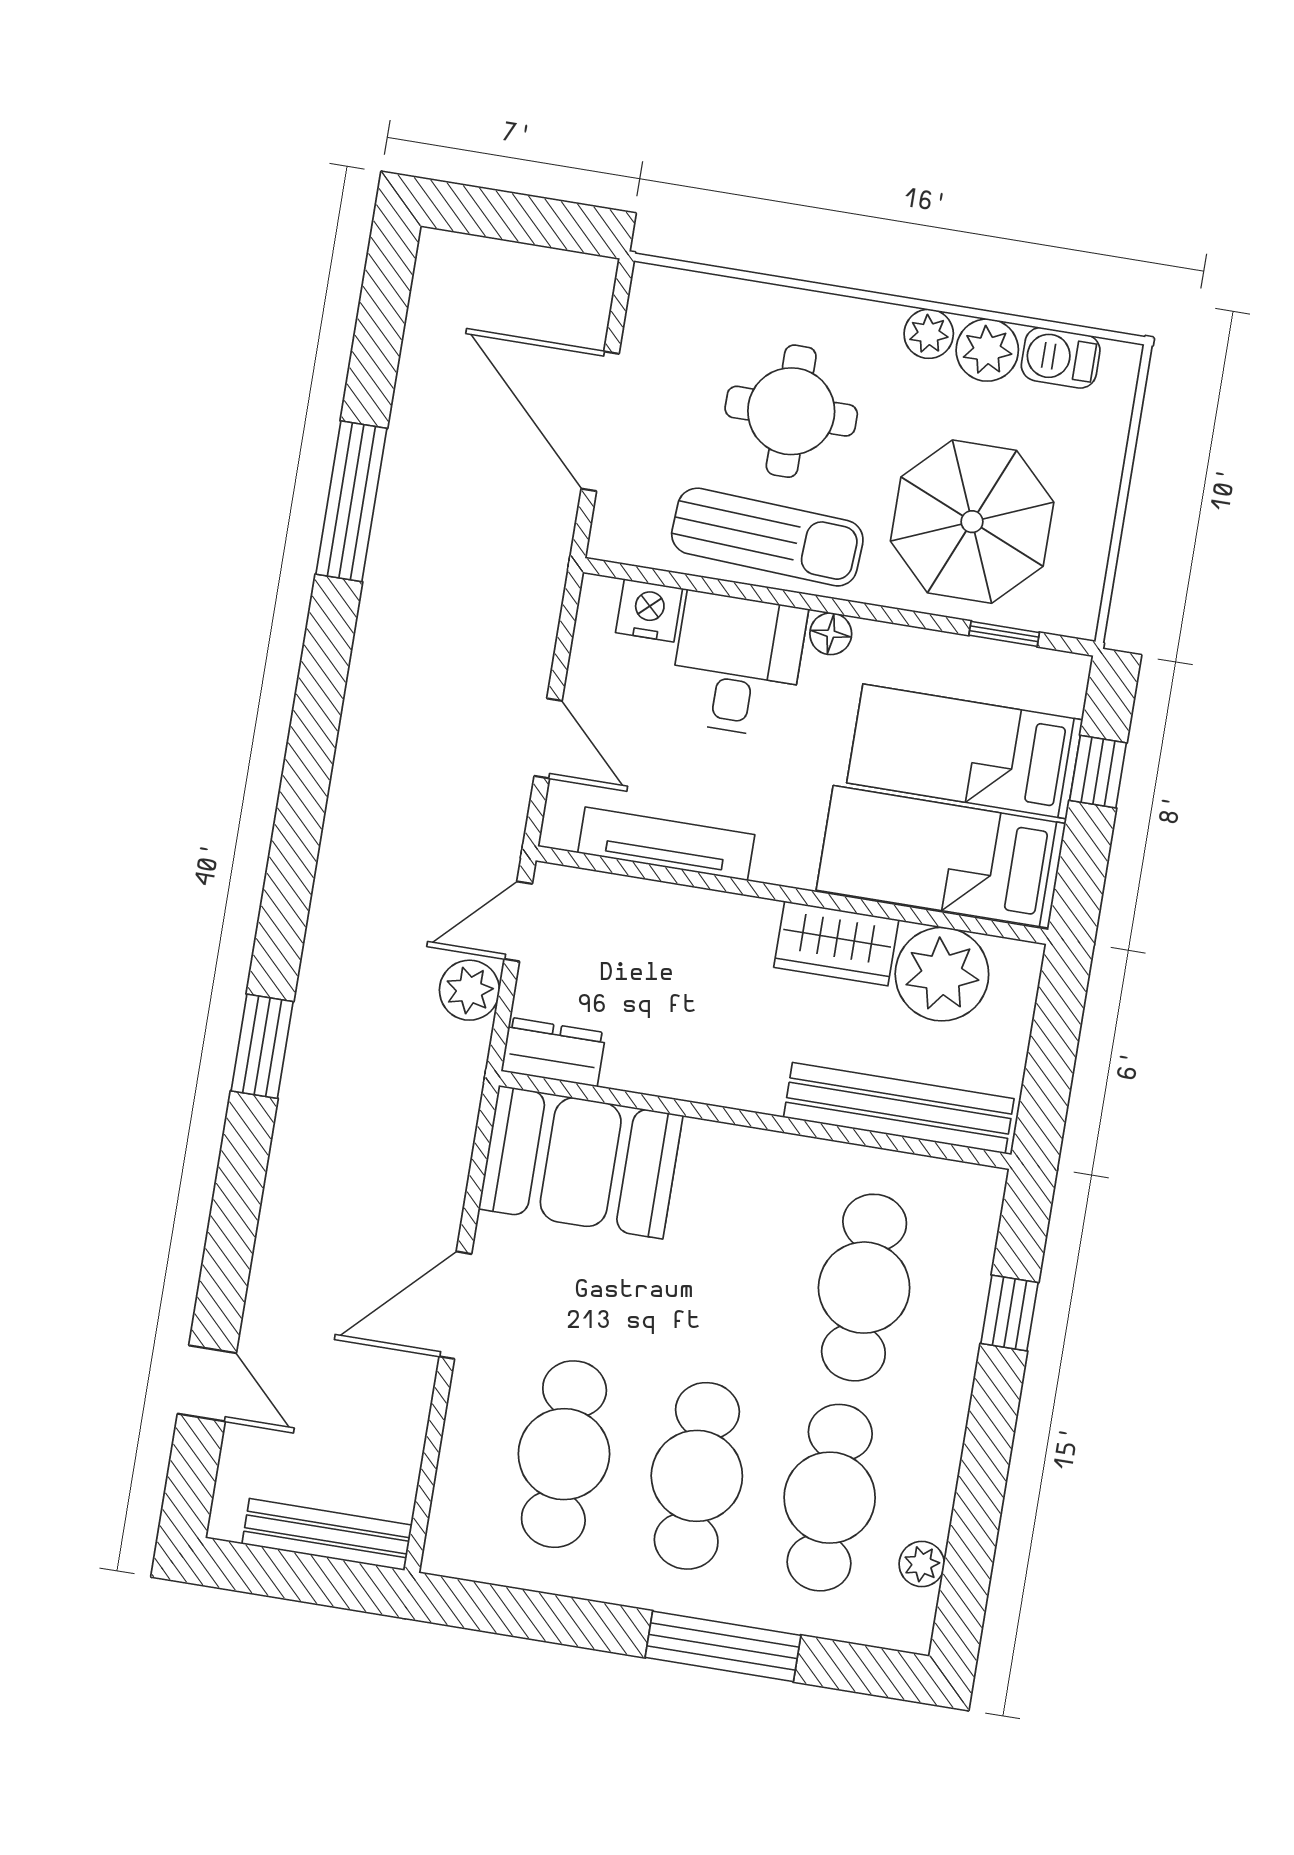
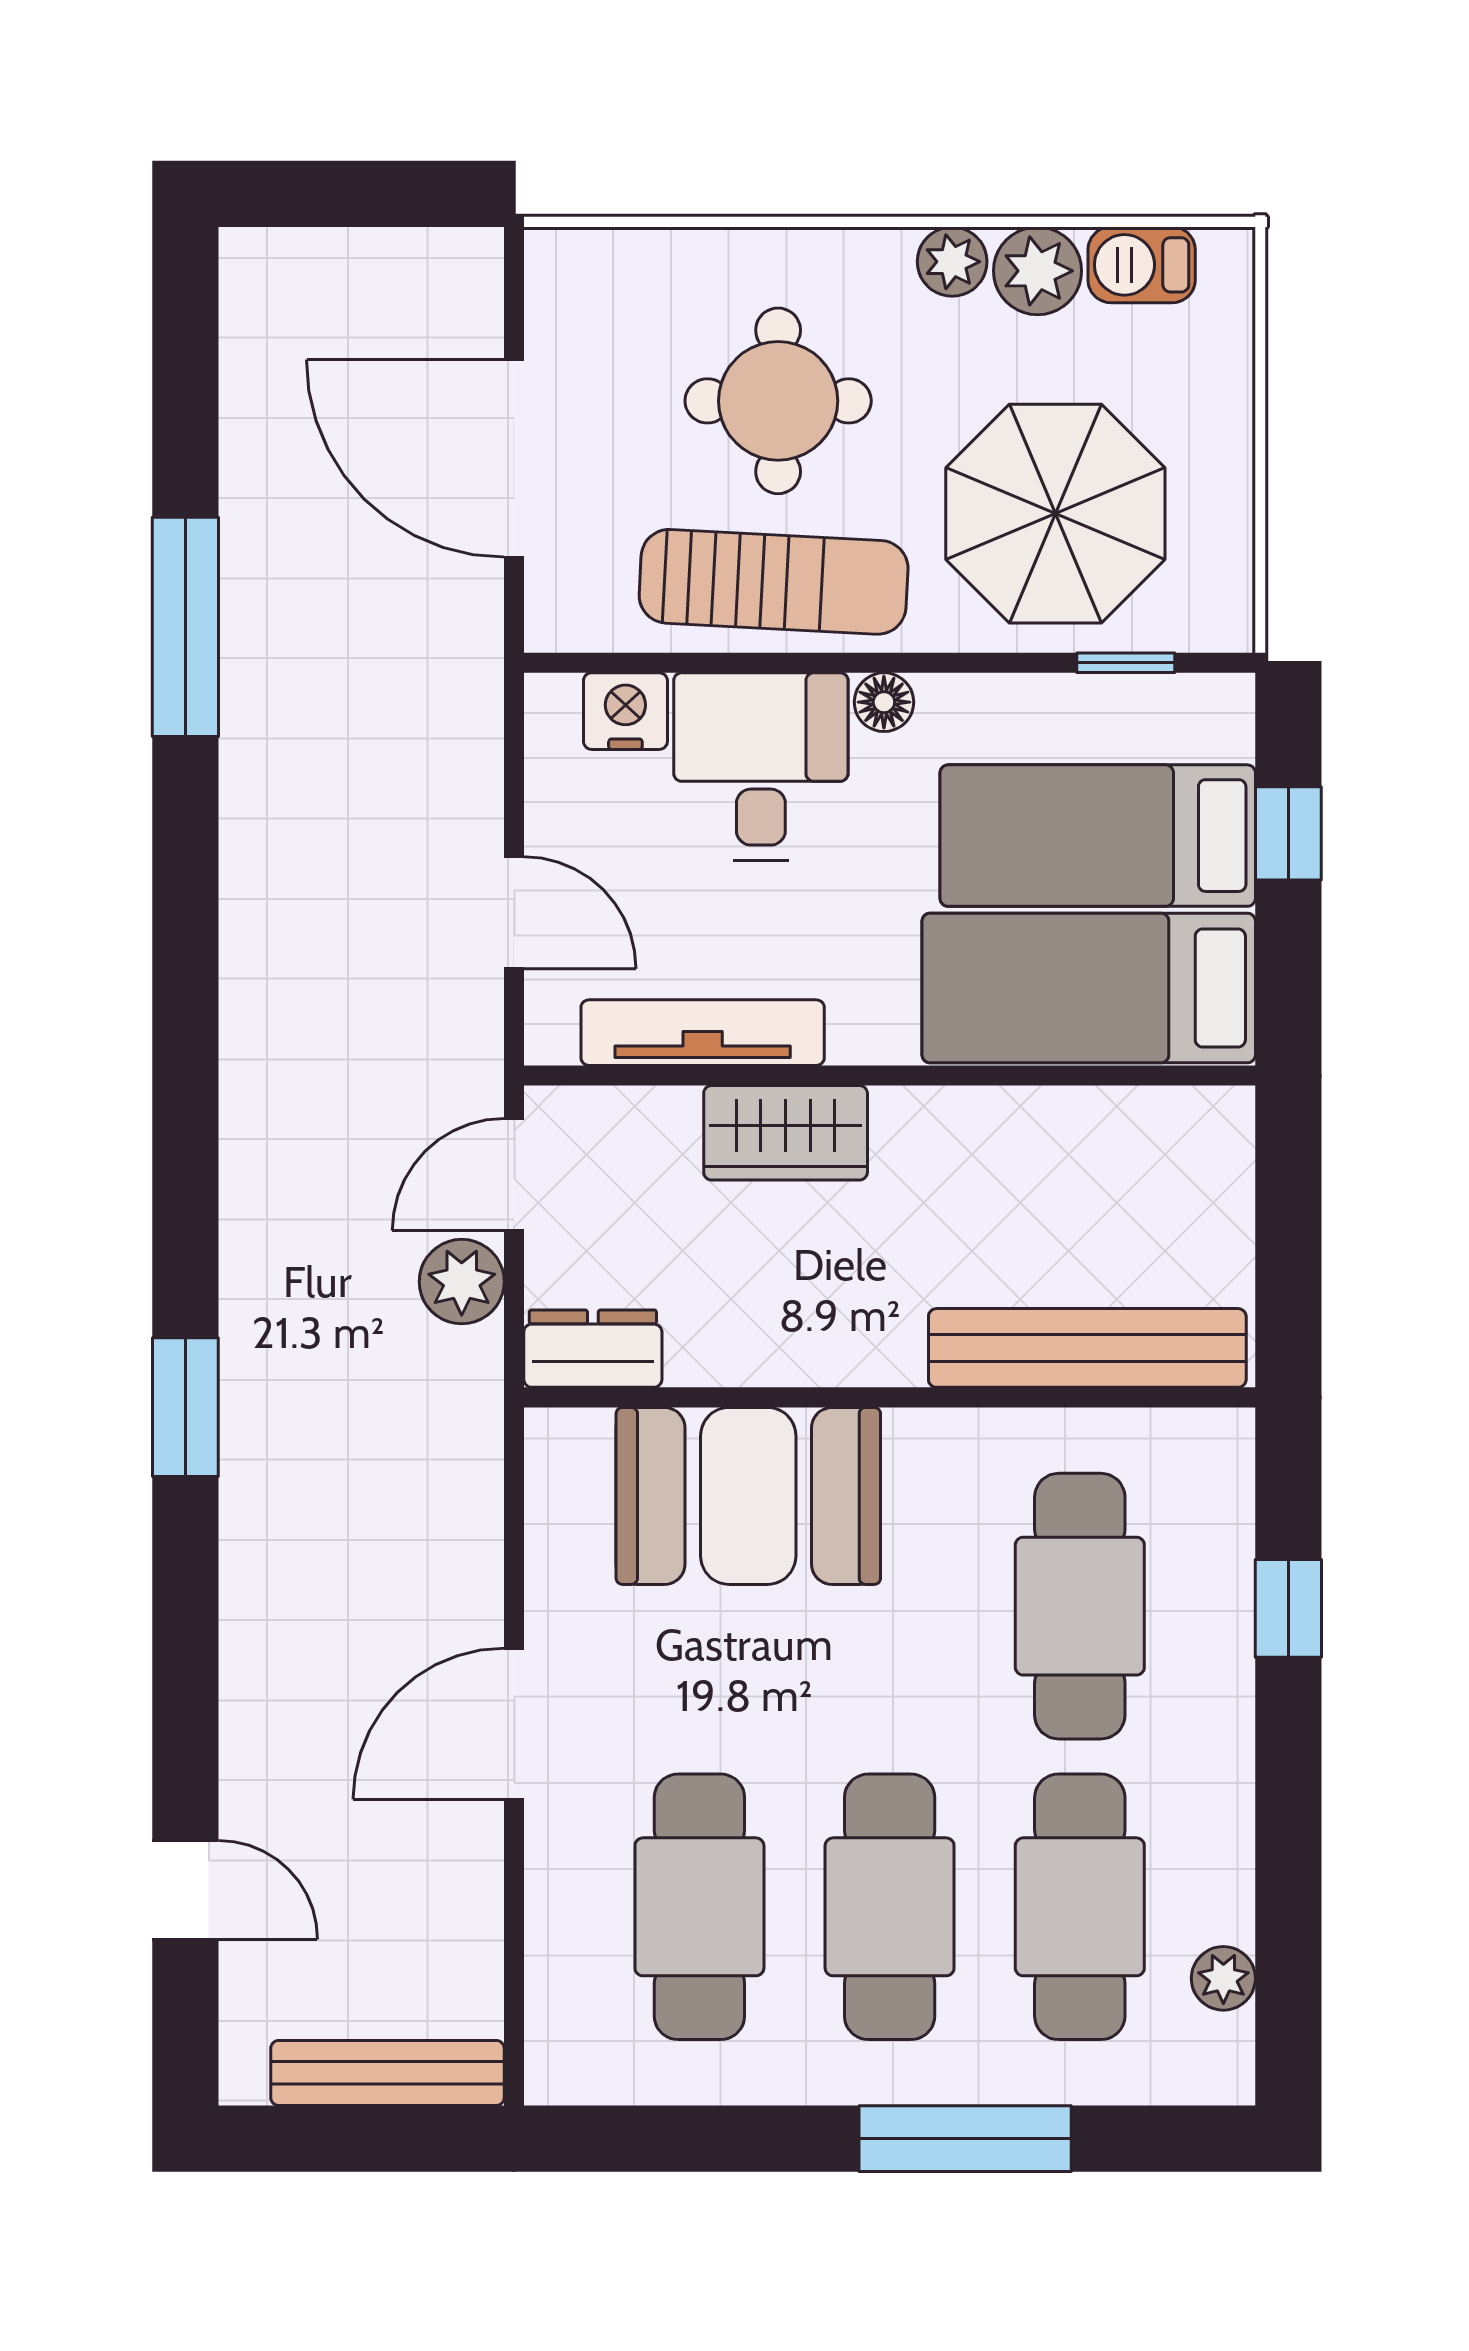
wardrobe: (836, 944) -> (786, 1133), moved
plant: (942, 974) -> (1117, 1151), removed
booth: (581, 1162) -> (748, 1496), moved

